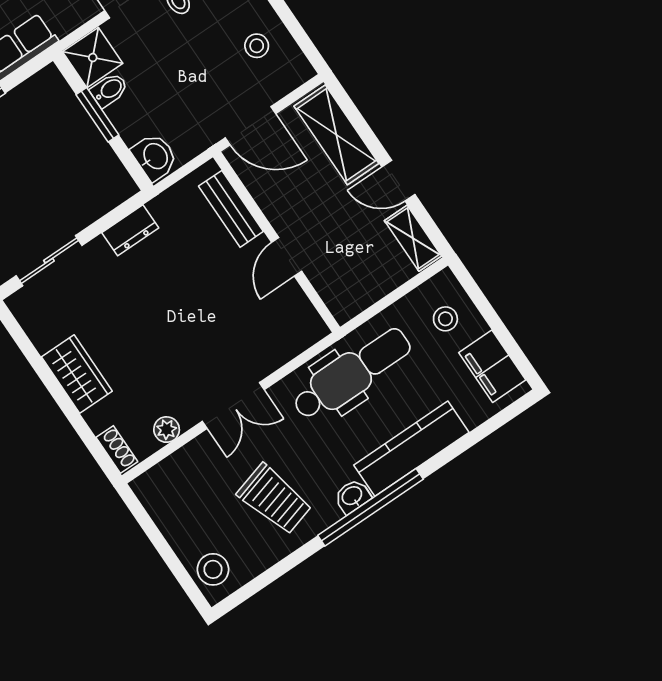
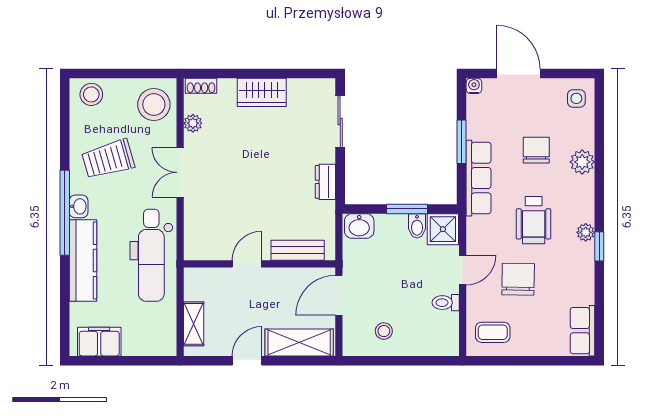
shelving: (413, 238) -> (194, 324), moved, turned 90
door: (287, 257) -> (247, 264), hinge flipped
stool: (445, 319) -> (154, 105), moved, width x1.89, depth x1.89

